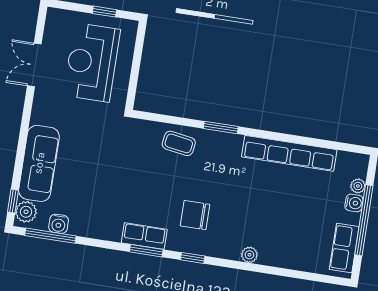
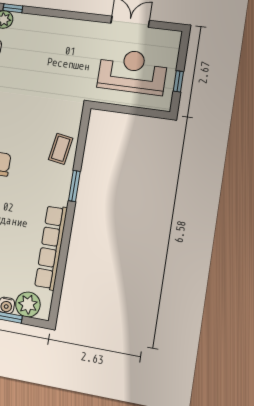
sofa: (39, 163) -> (44, 29), removed
plant: (358, 186) -> (28, 304), width x1.87, depth x1.87

